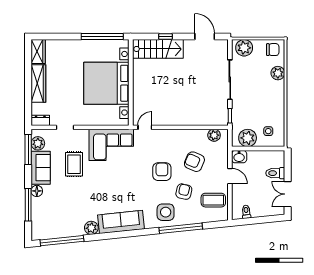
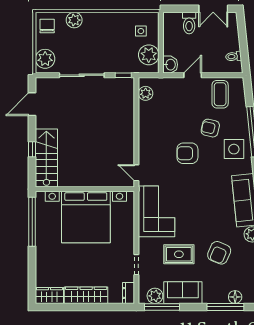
armchair: (194, 162) -> (219, 253), moved
floor lamp: (37, 191) -> (235, 297), moved

